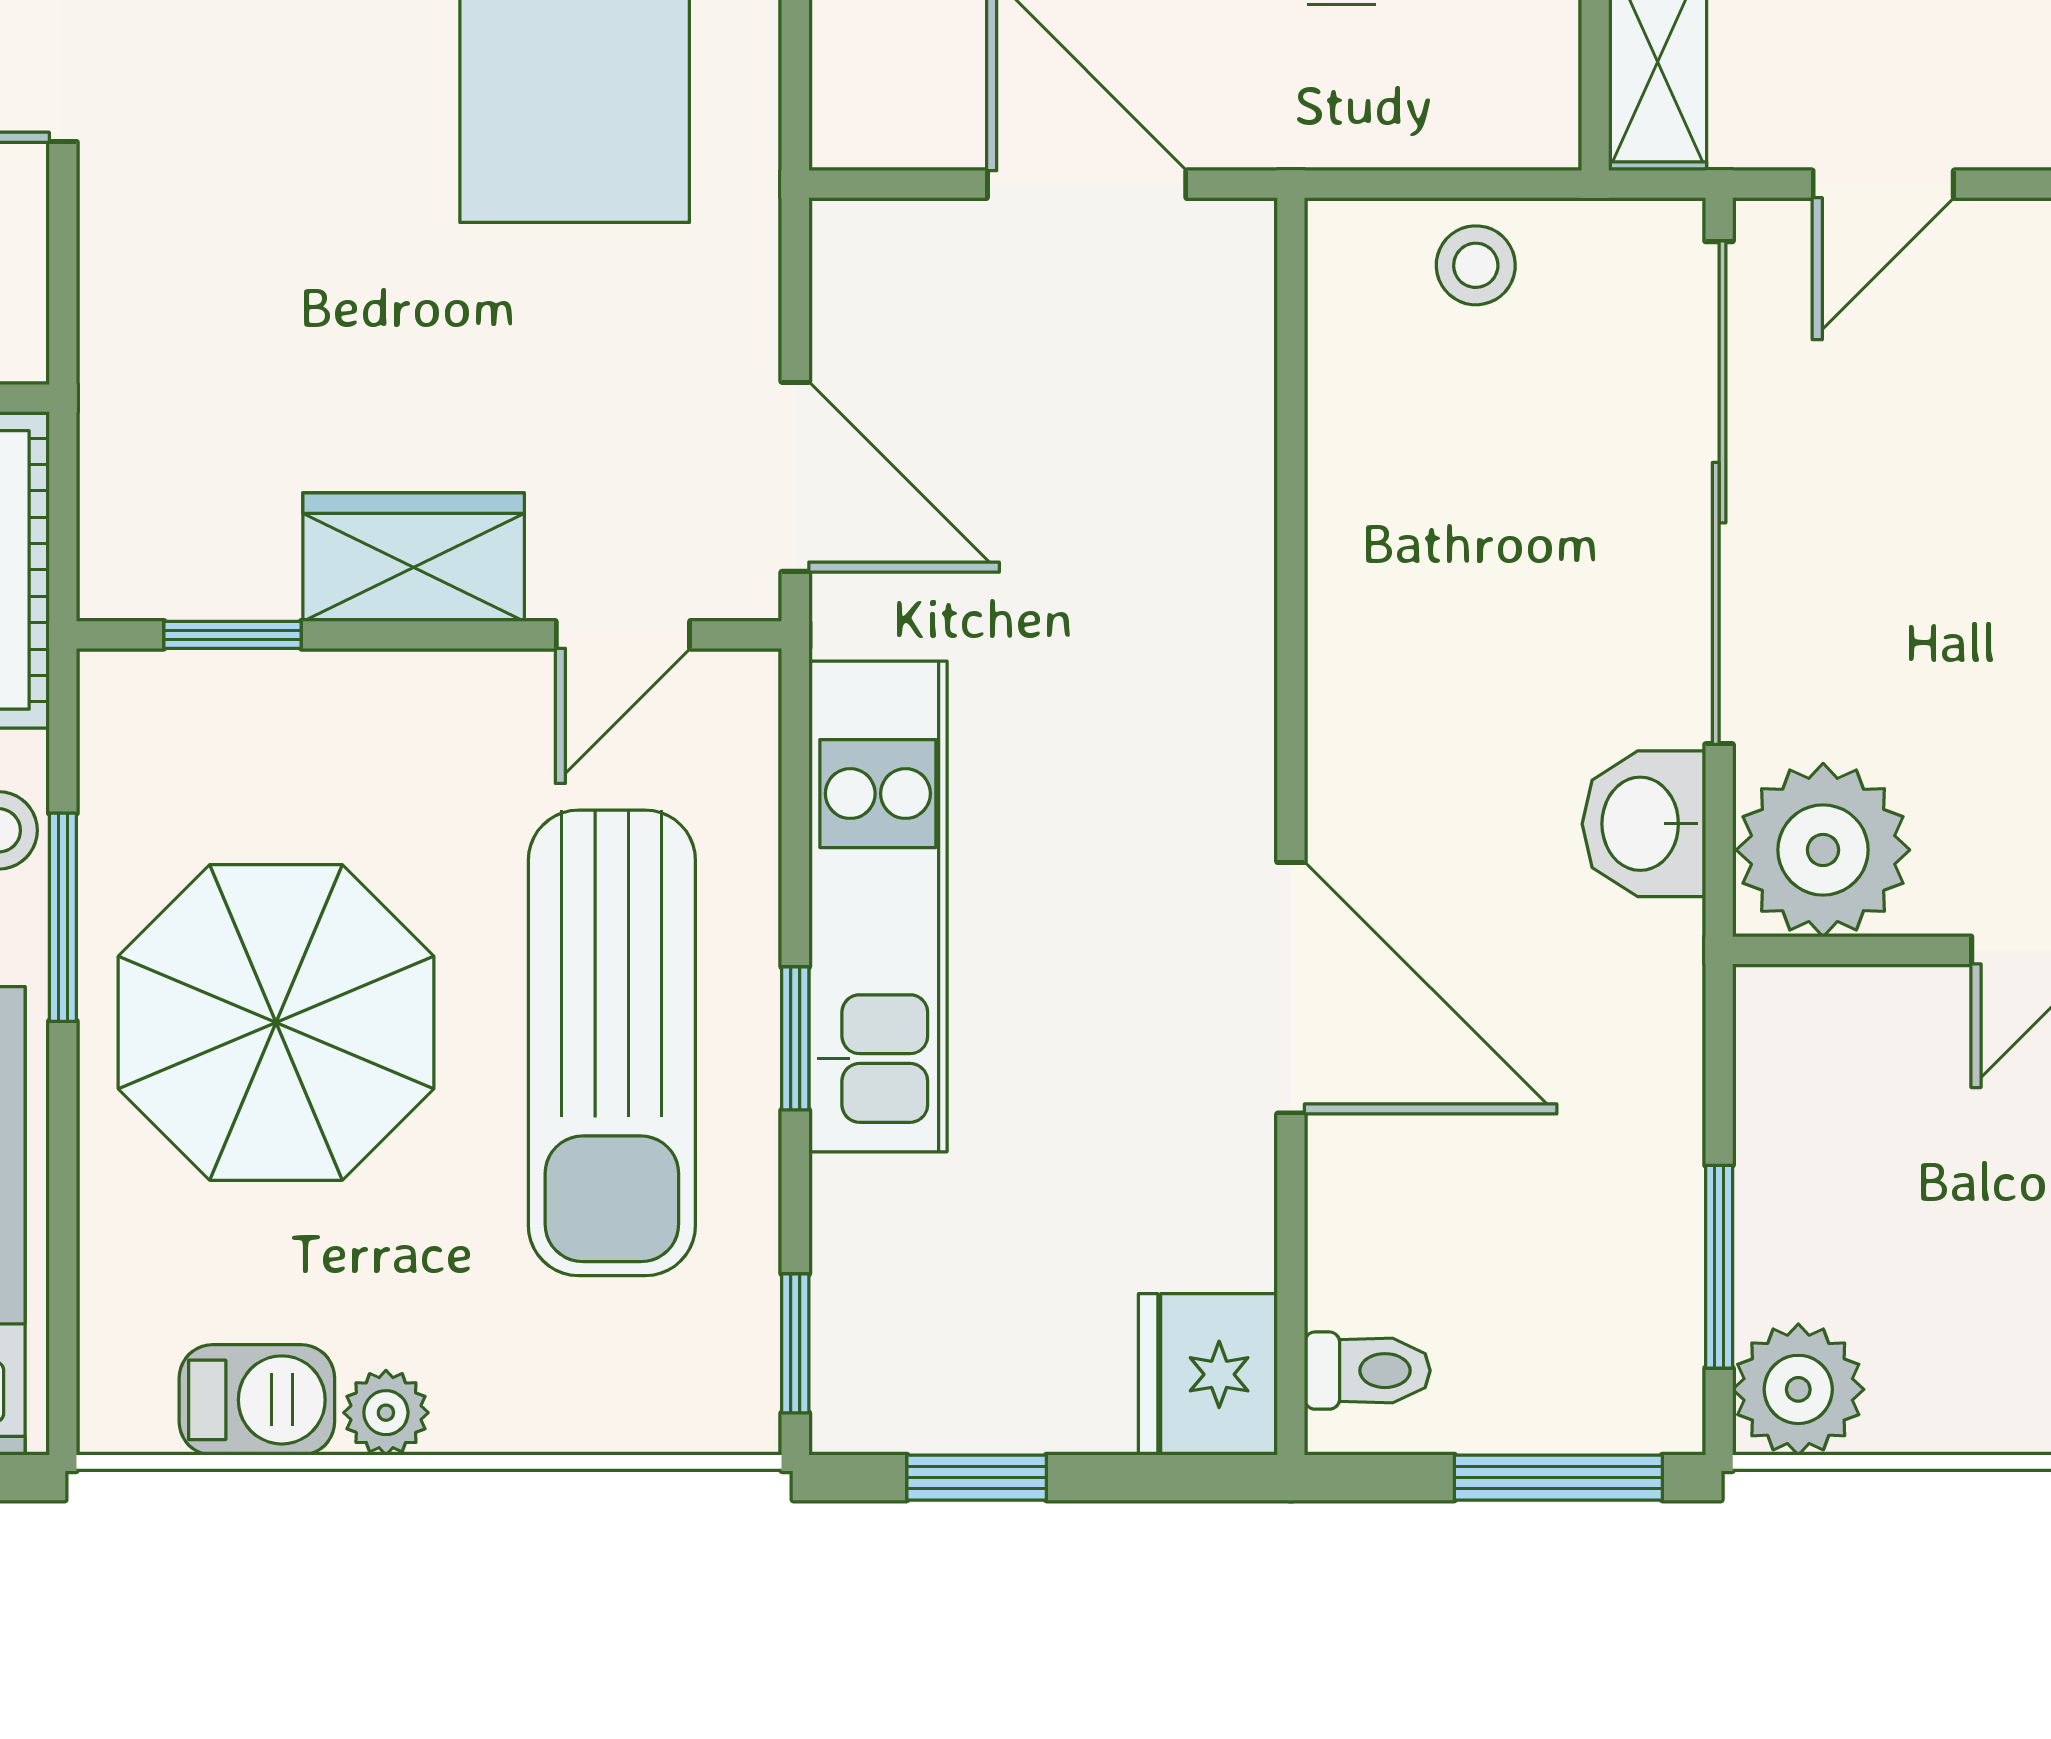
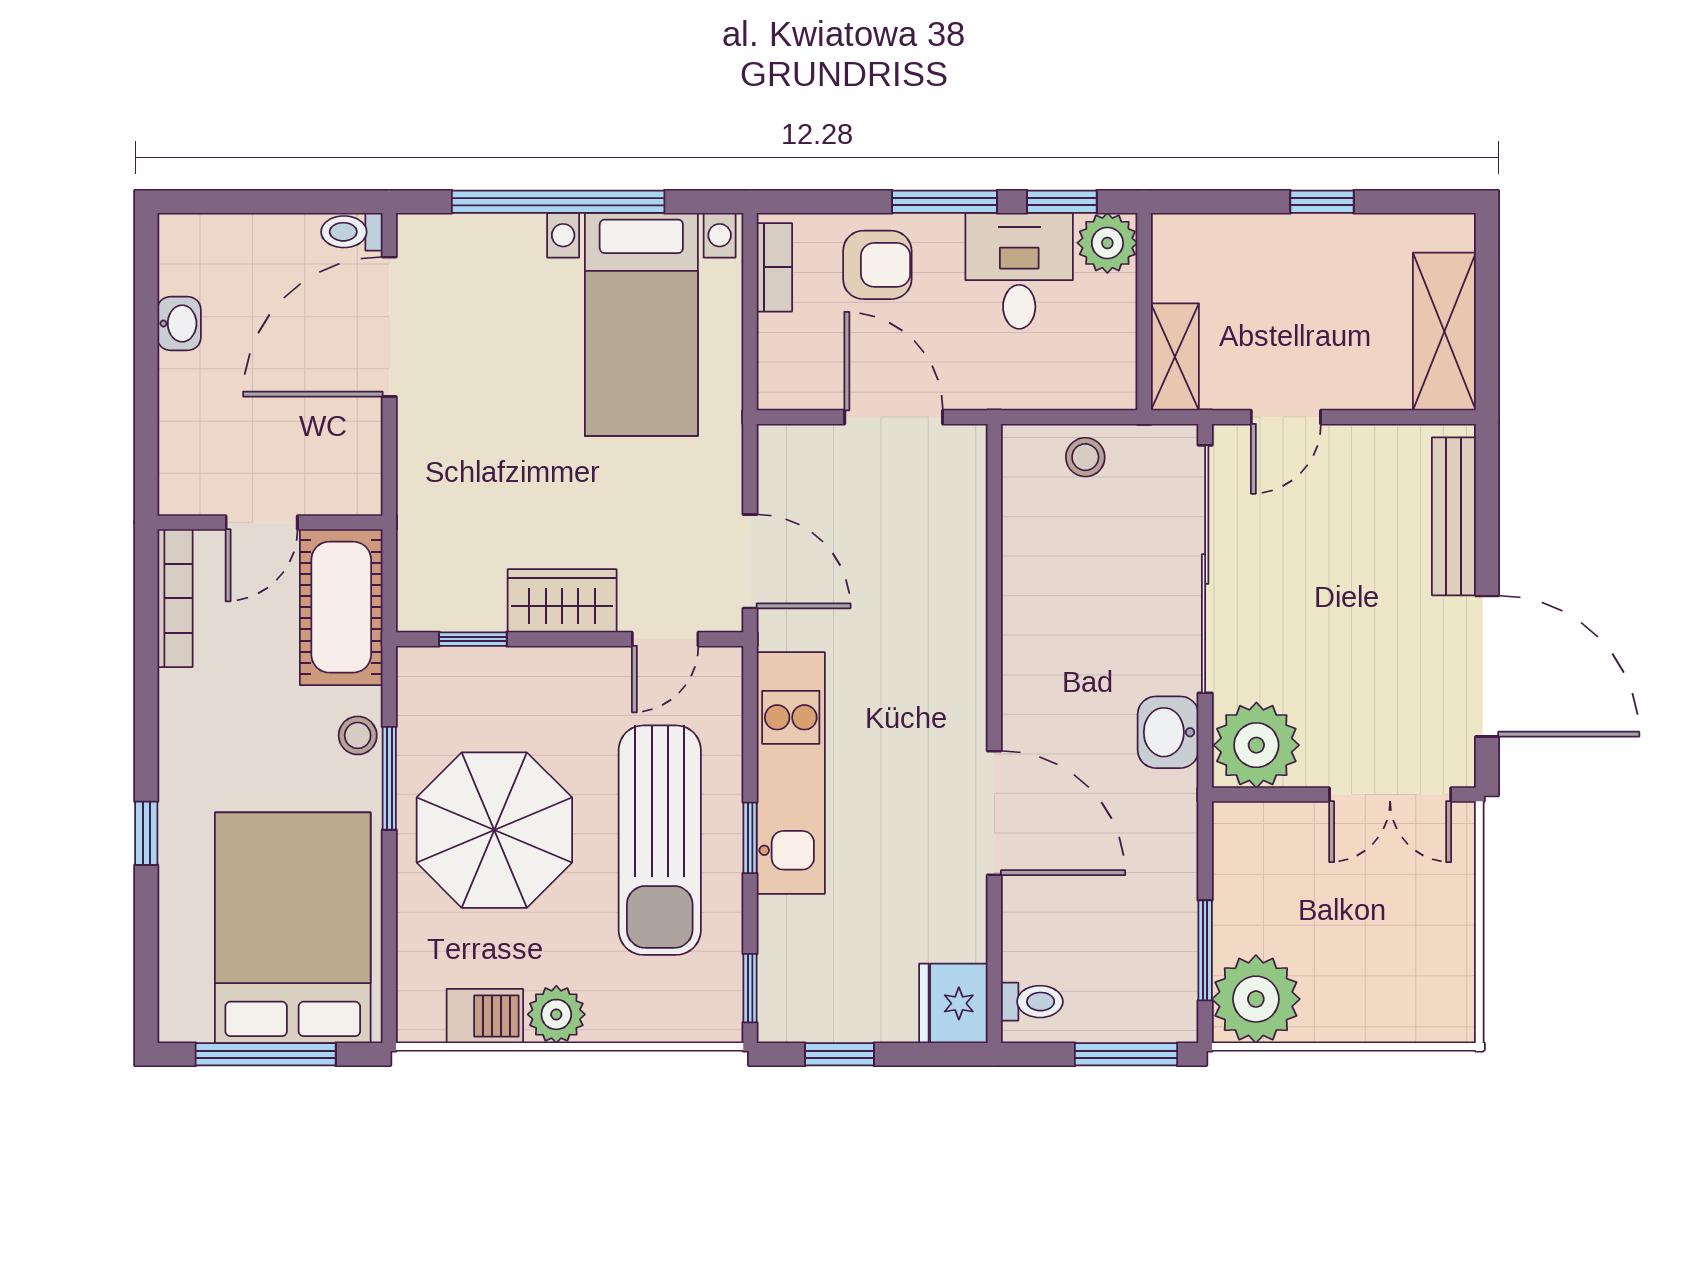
plant: (1798, 1389) -> (1256, 999), width x1.36, depth x1.36
plant: (386, 1413) -> (556, 1014), width x1.38, depth x1.38

